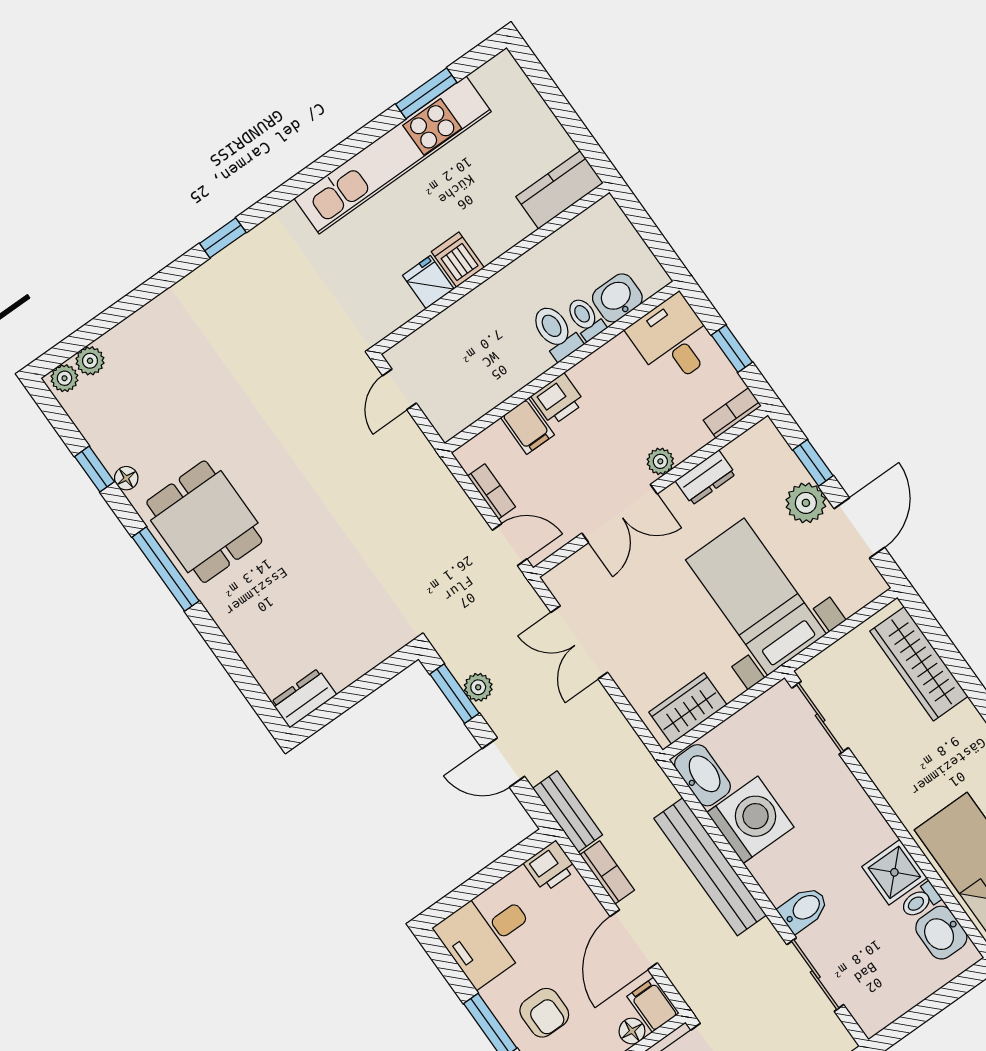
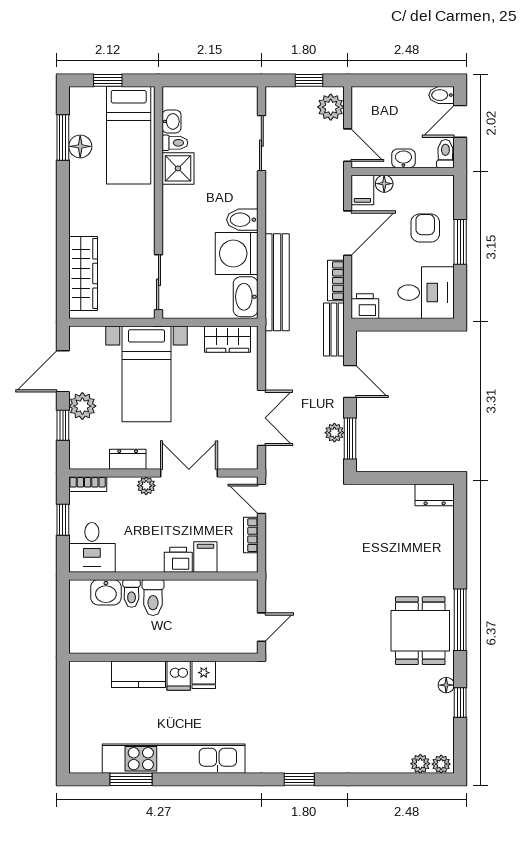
kitchen counter: (559, 190) -> (138, 674), moved
bench: (710, 867) -> (277, 282), moved
bidet: (804, 909) -> (242, 220), moved
washbasin: (941, 933) -> (172, 121), width x0.72, depth x0.69

